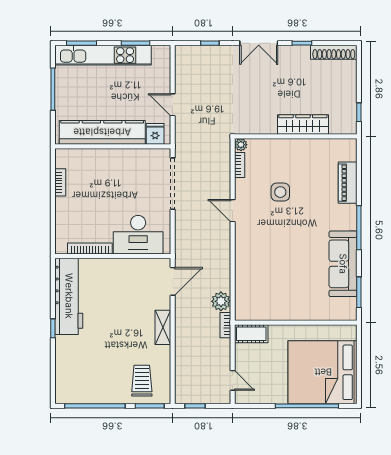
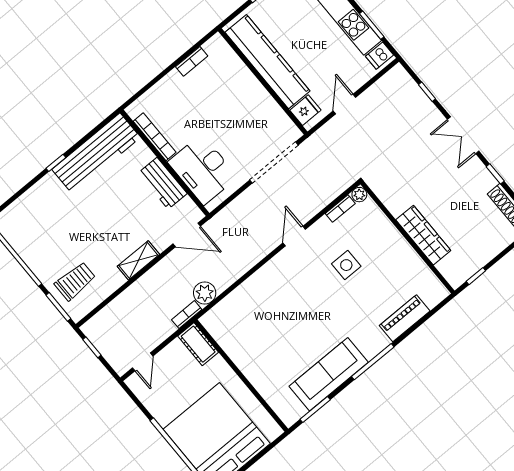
dishwasher: (160, 55) -> (380, 56), added
workbench: (125, 269) -> (163, 183), added

